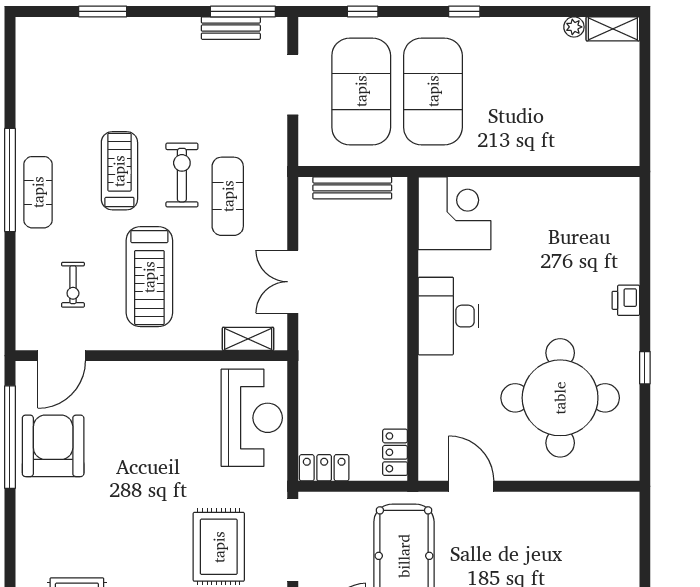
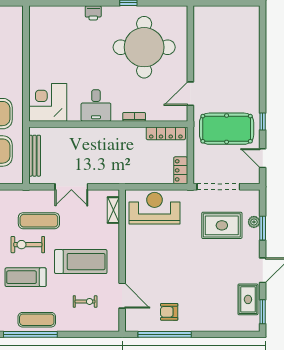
double door: (293, 282) -> (71, 187), moved
desk: (449, 316) -> (96, 105), width x0.73
door: (62, 356) -> (122, 296), moved
bookcase: (427, 379) -> (134, 117), added
armchair: (53, 446) -> (169, 312), width x0.53, depth x0.53
locker: (395, 452) -> (166, 133), width x1.53

